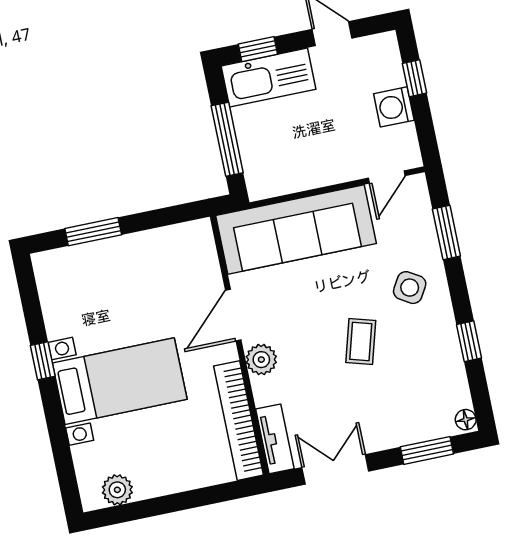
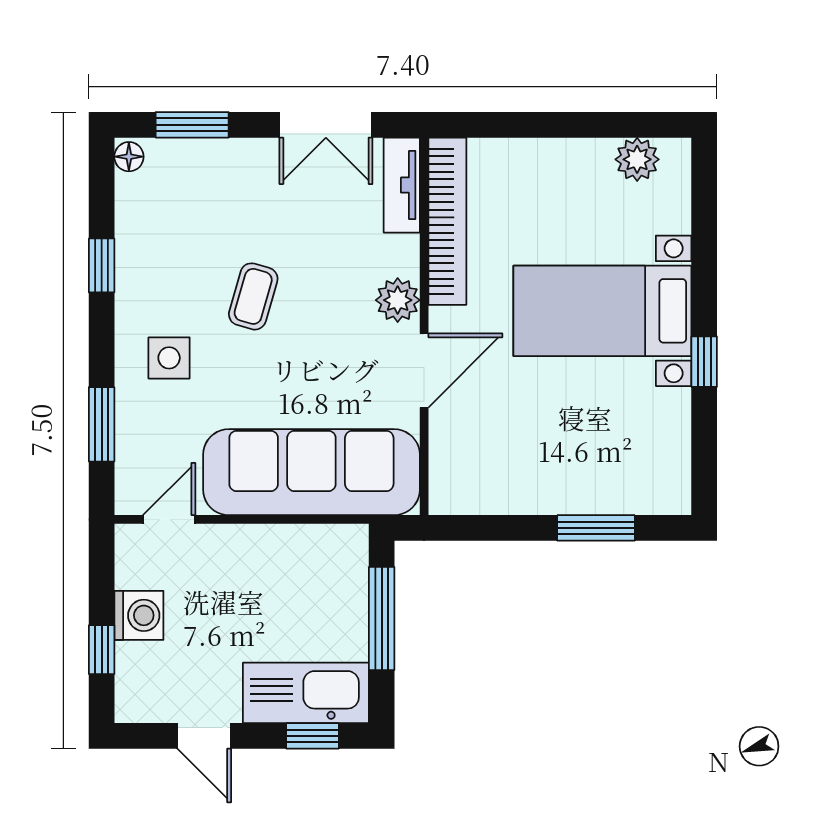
side table: (410, 288) -> (169, 358), turned -31

